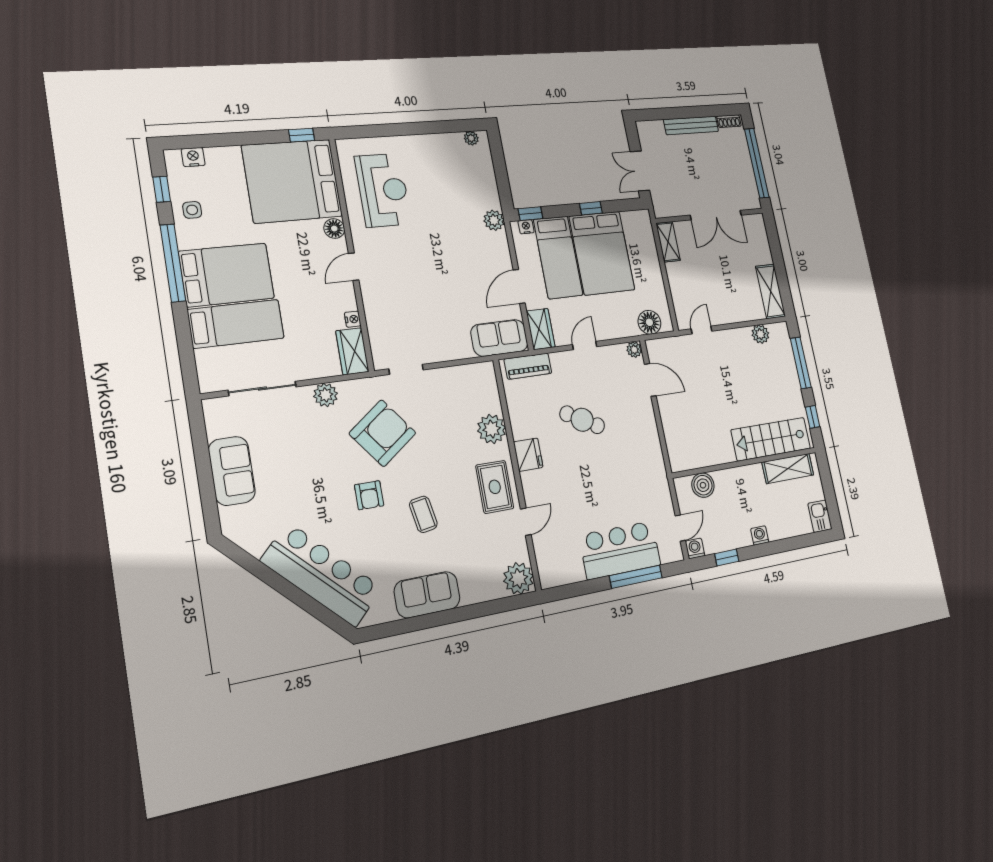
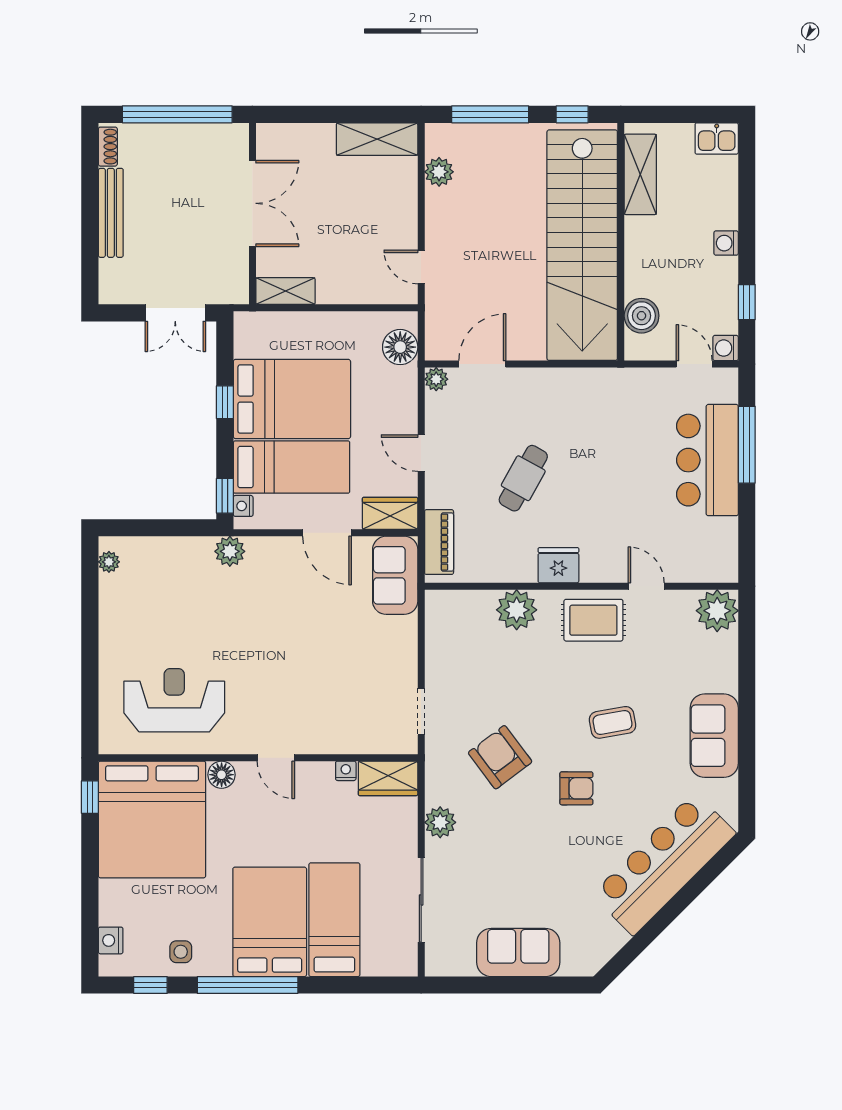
armchair: (383, 433) -> (500, 757), width x0.73, depth x0.73
stairs: (771, 439) -> (582, 245), width x1.86, depth x1.51

